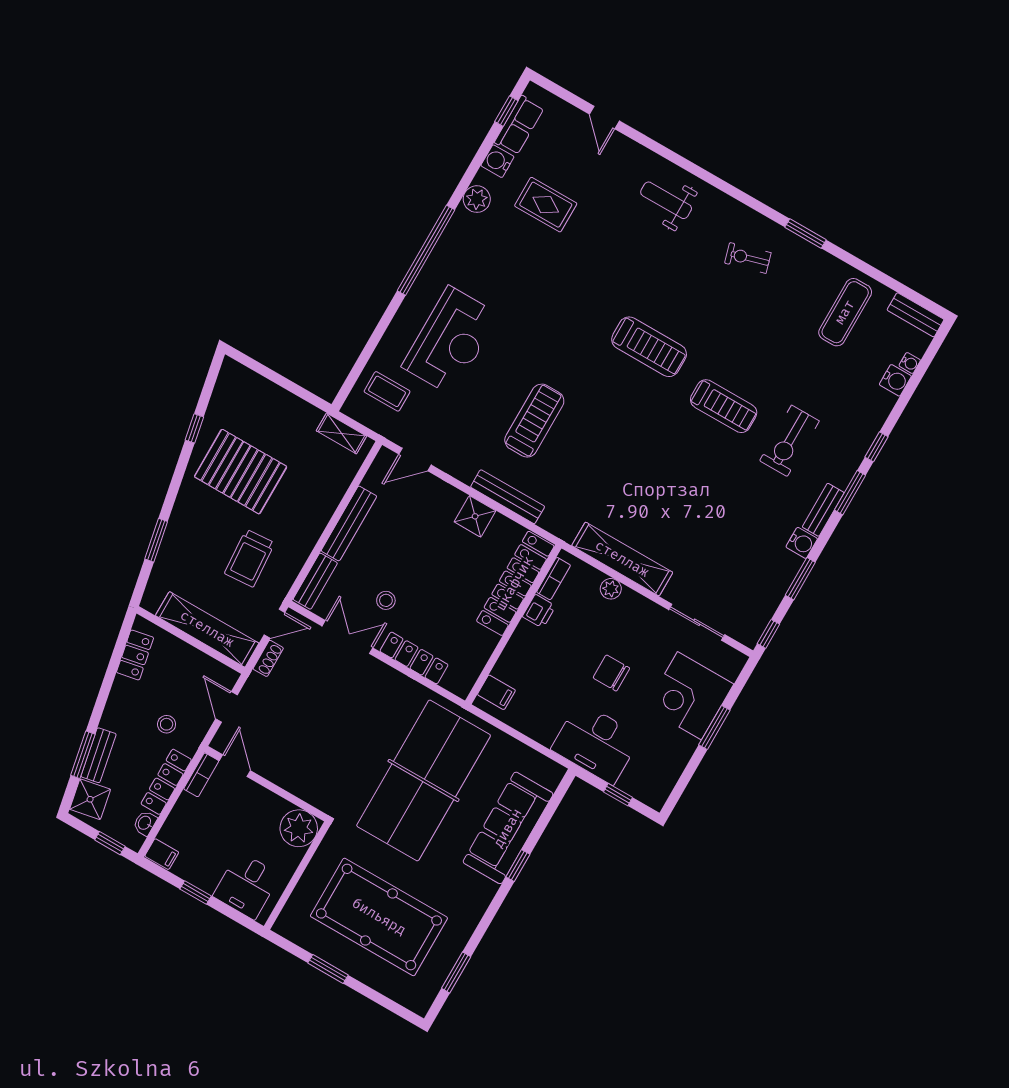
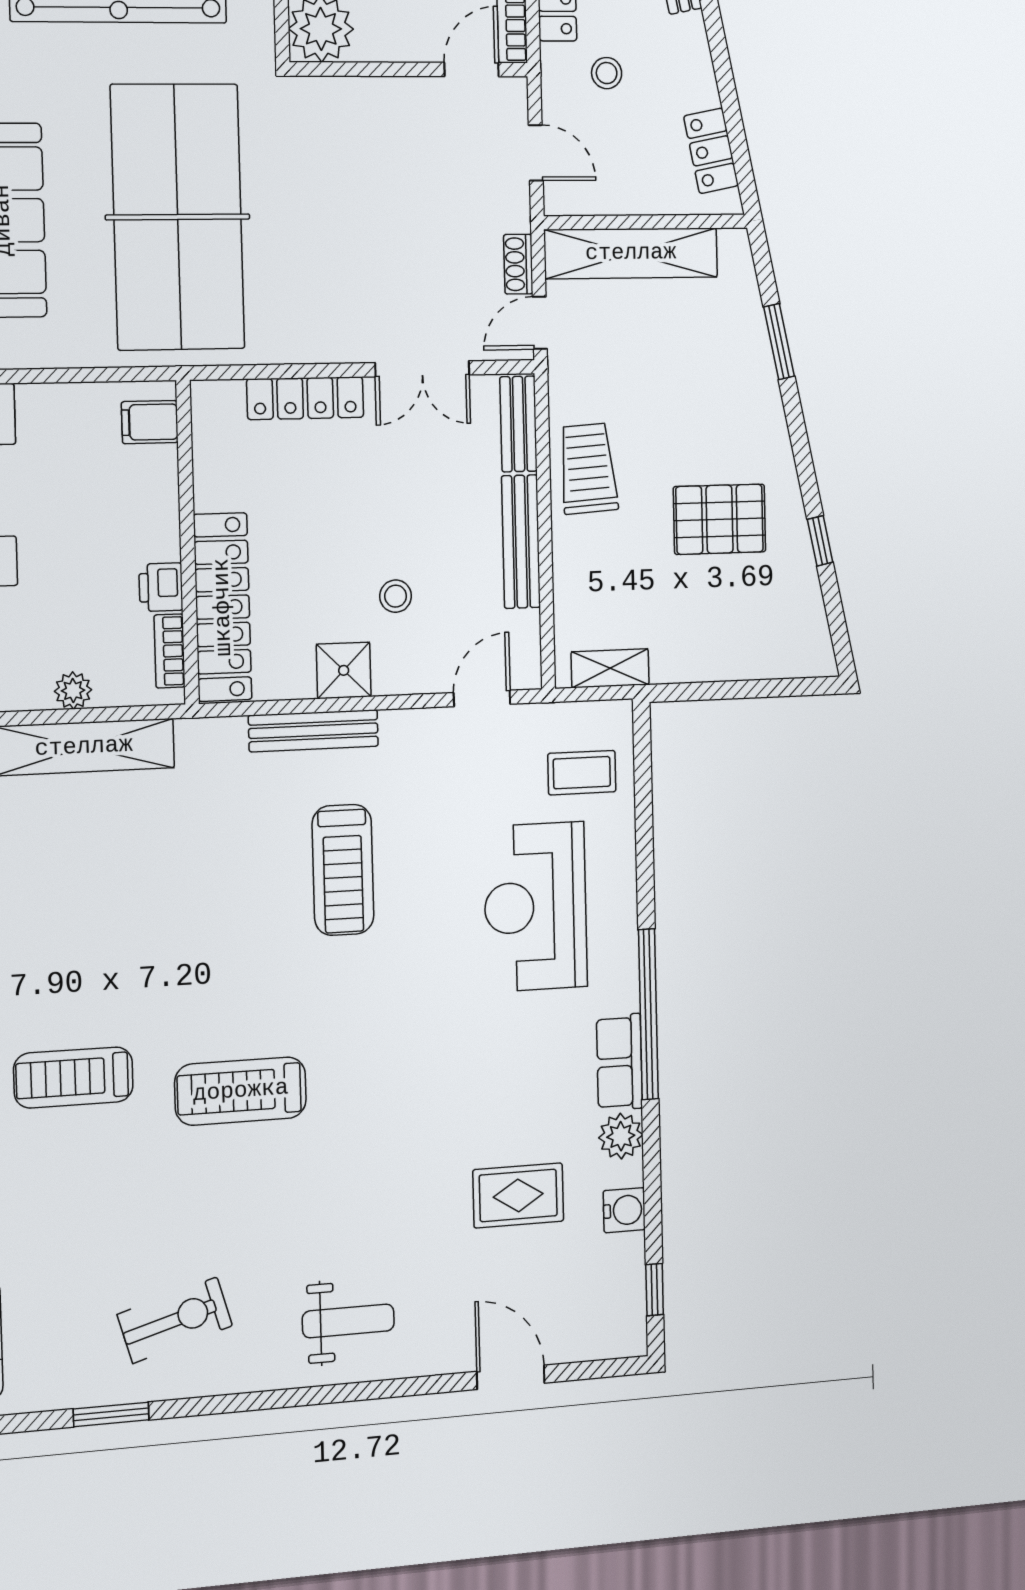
door: (604, 117) -> (511, 1377), width x1.38
row of seats: (519, 125) -> (619, 1062), moved
exercise bike: (748, 258) -> (175, 1320), width x1.38, depth x1.39
pallet: (241, 472) -> (720, 519), width x0.73, depth x0.71
trolley: (250, 558) -> (588, 469), moved
stool: (386, 600) -> (396, 596), moved
door: (235, 766) -> (472, 70), swing flipped

